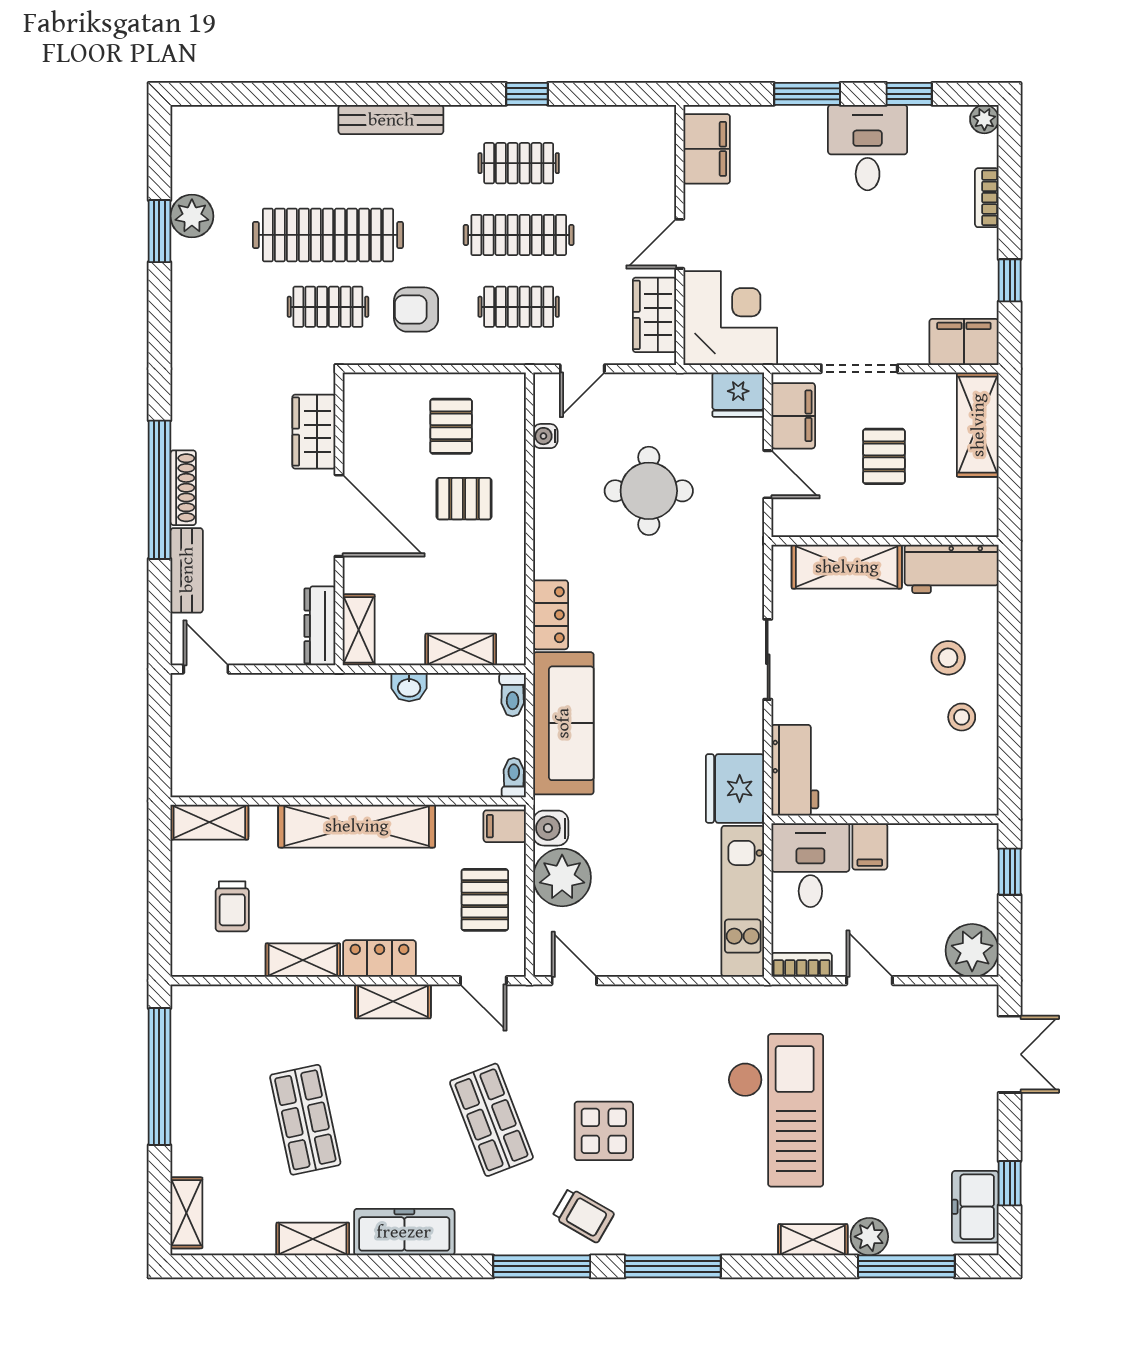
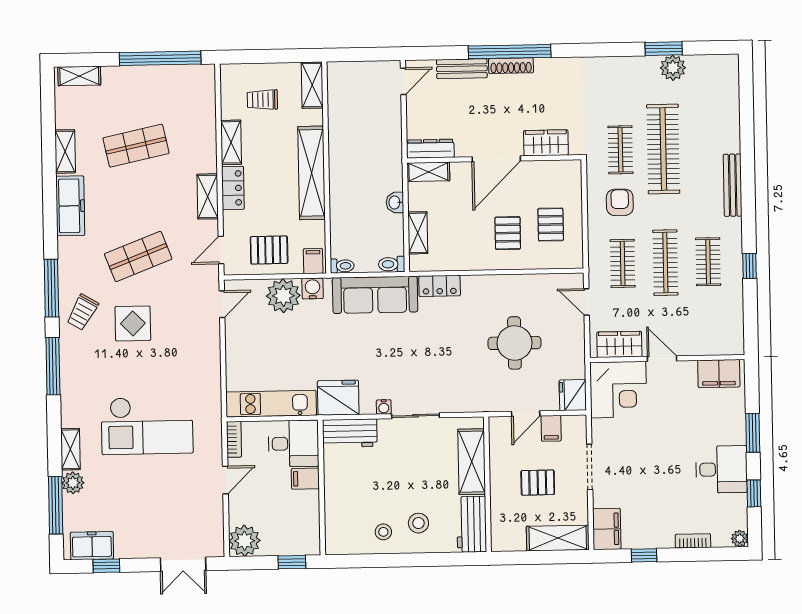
filing cabinet: (793, 416) -> (551, 428), width x0.50
pallet: (451, 426) -> (551, 224), turned 90
water cooler: (545, 436) -> (384, 407), moved, turned 180

